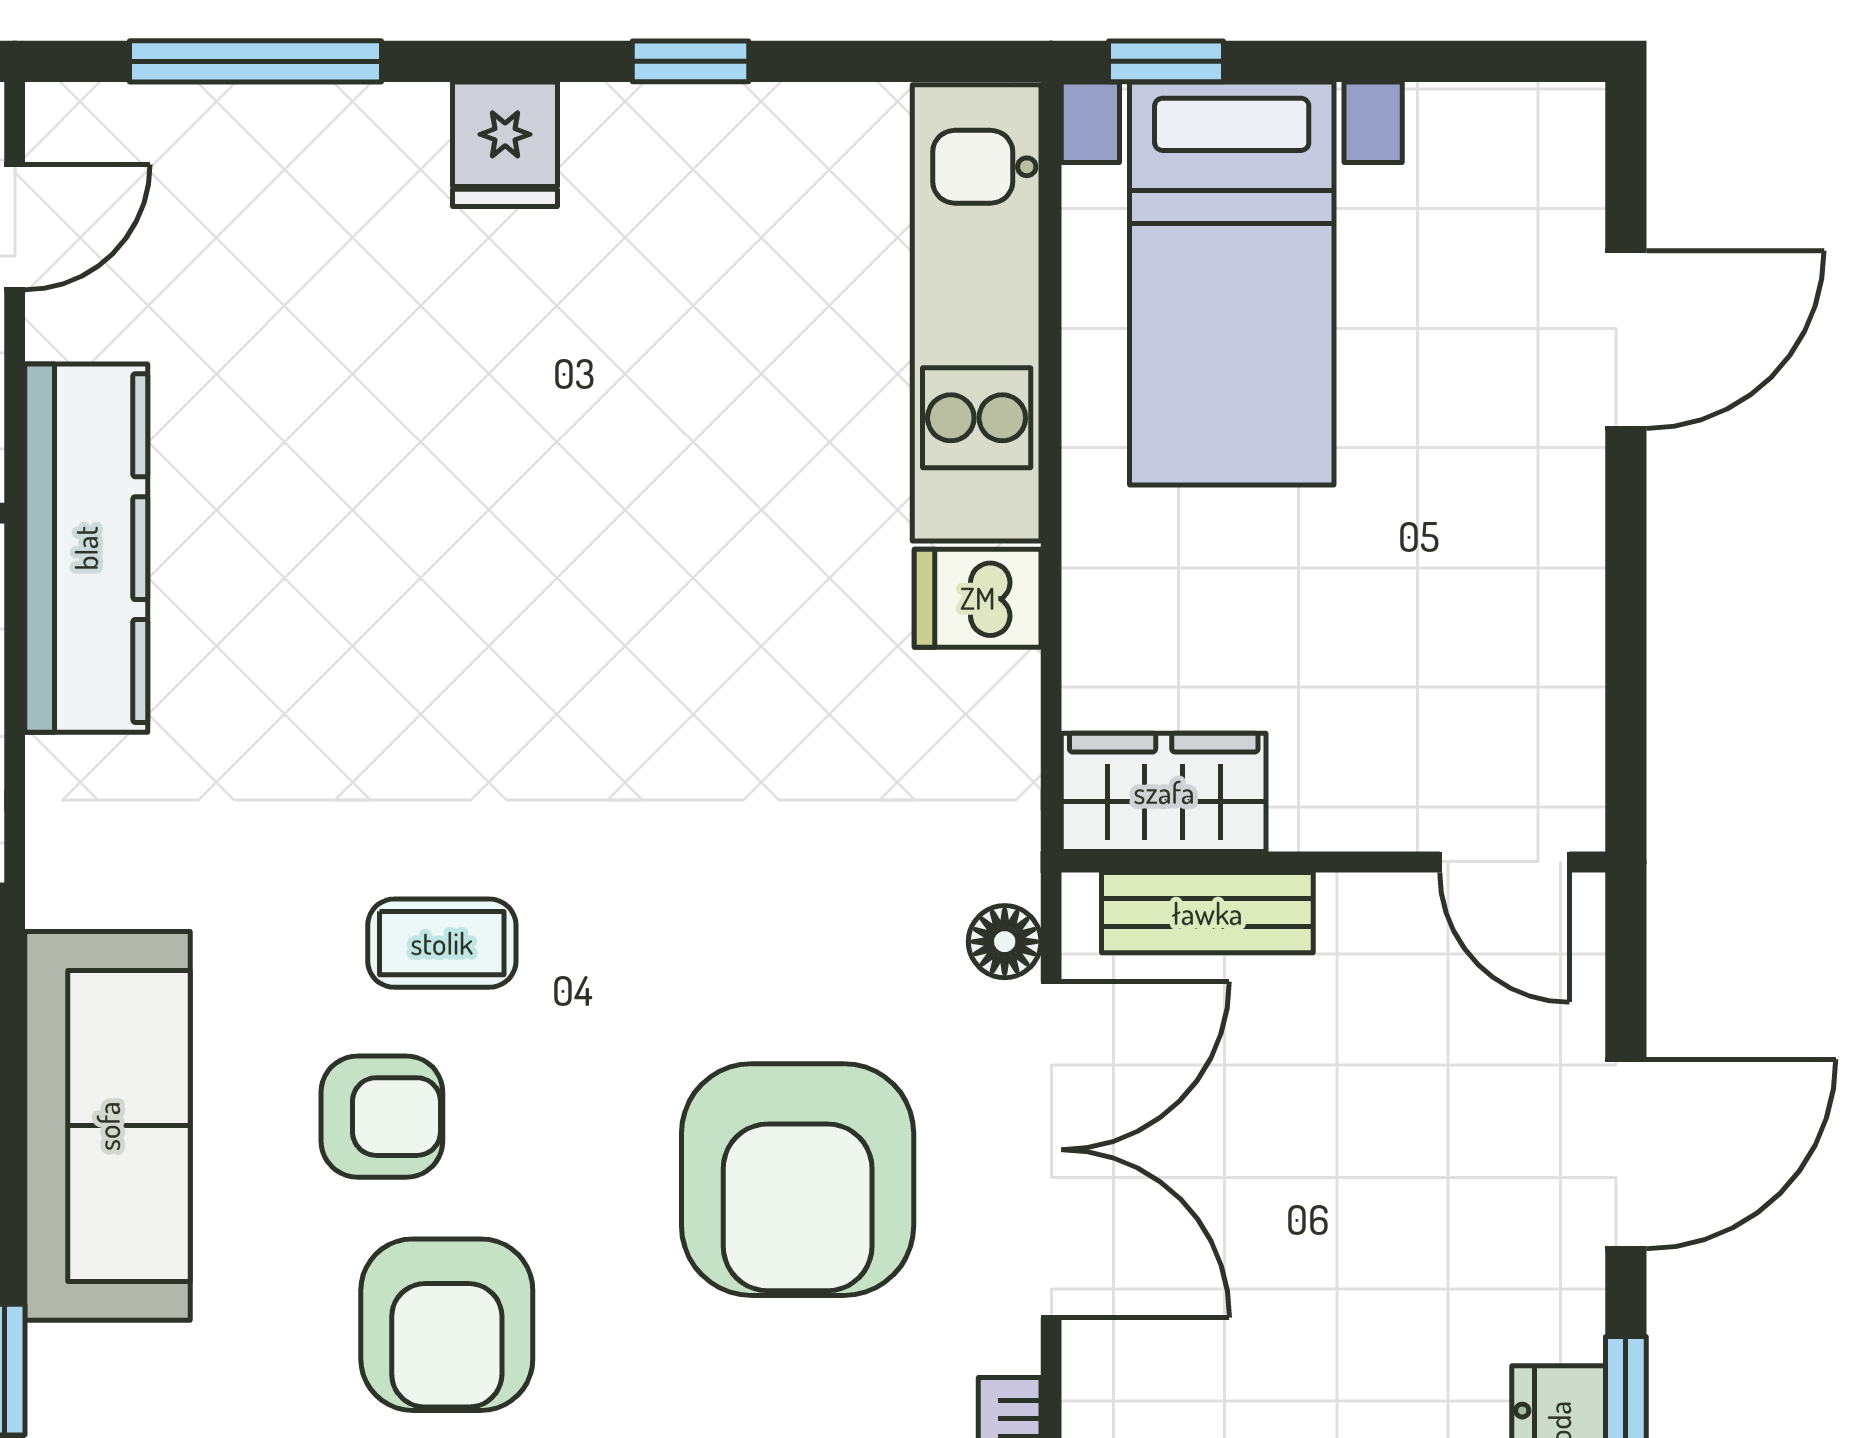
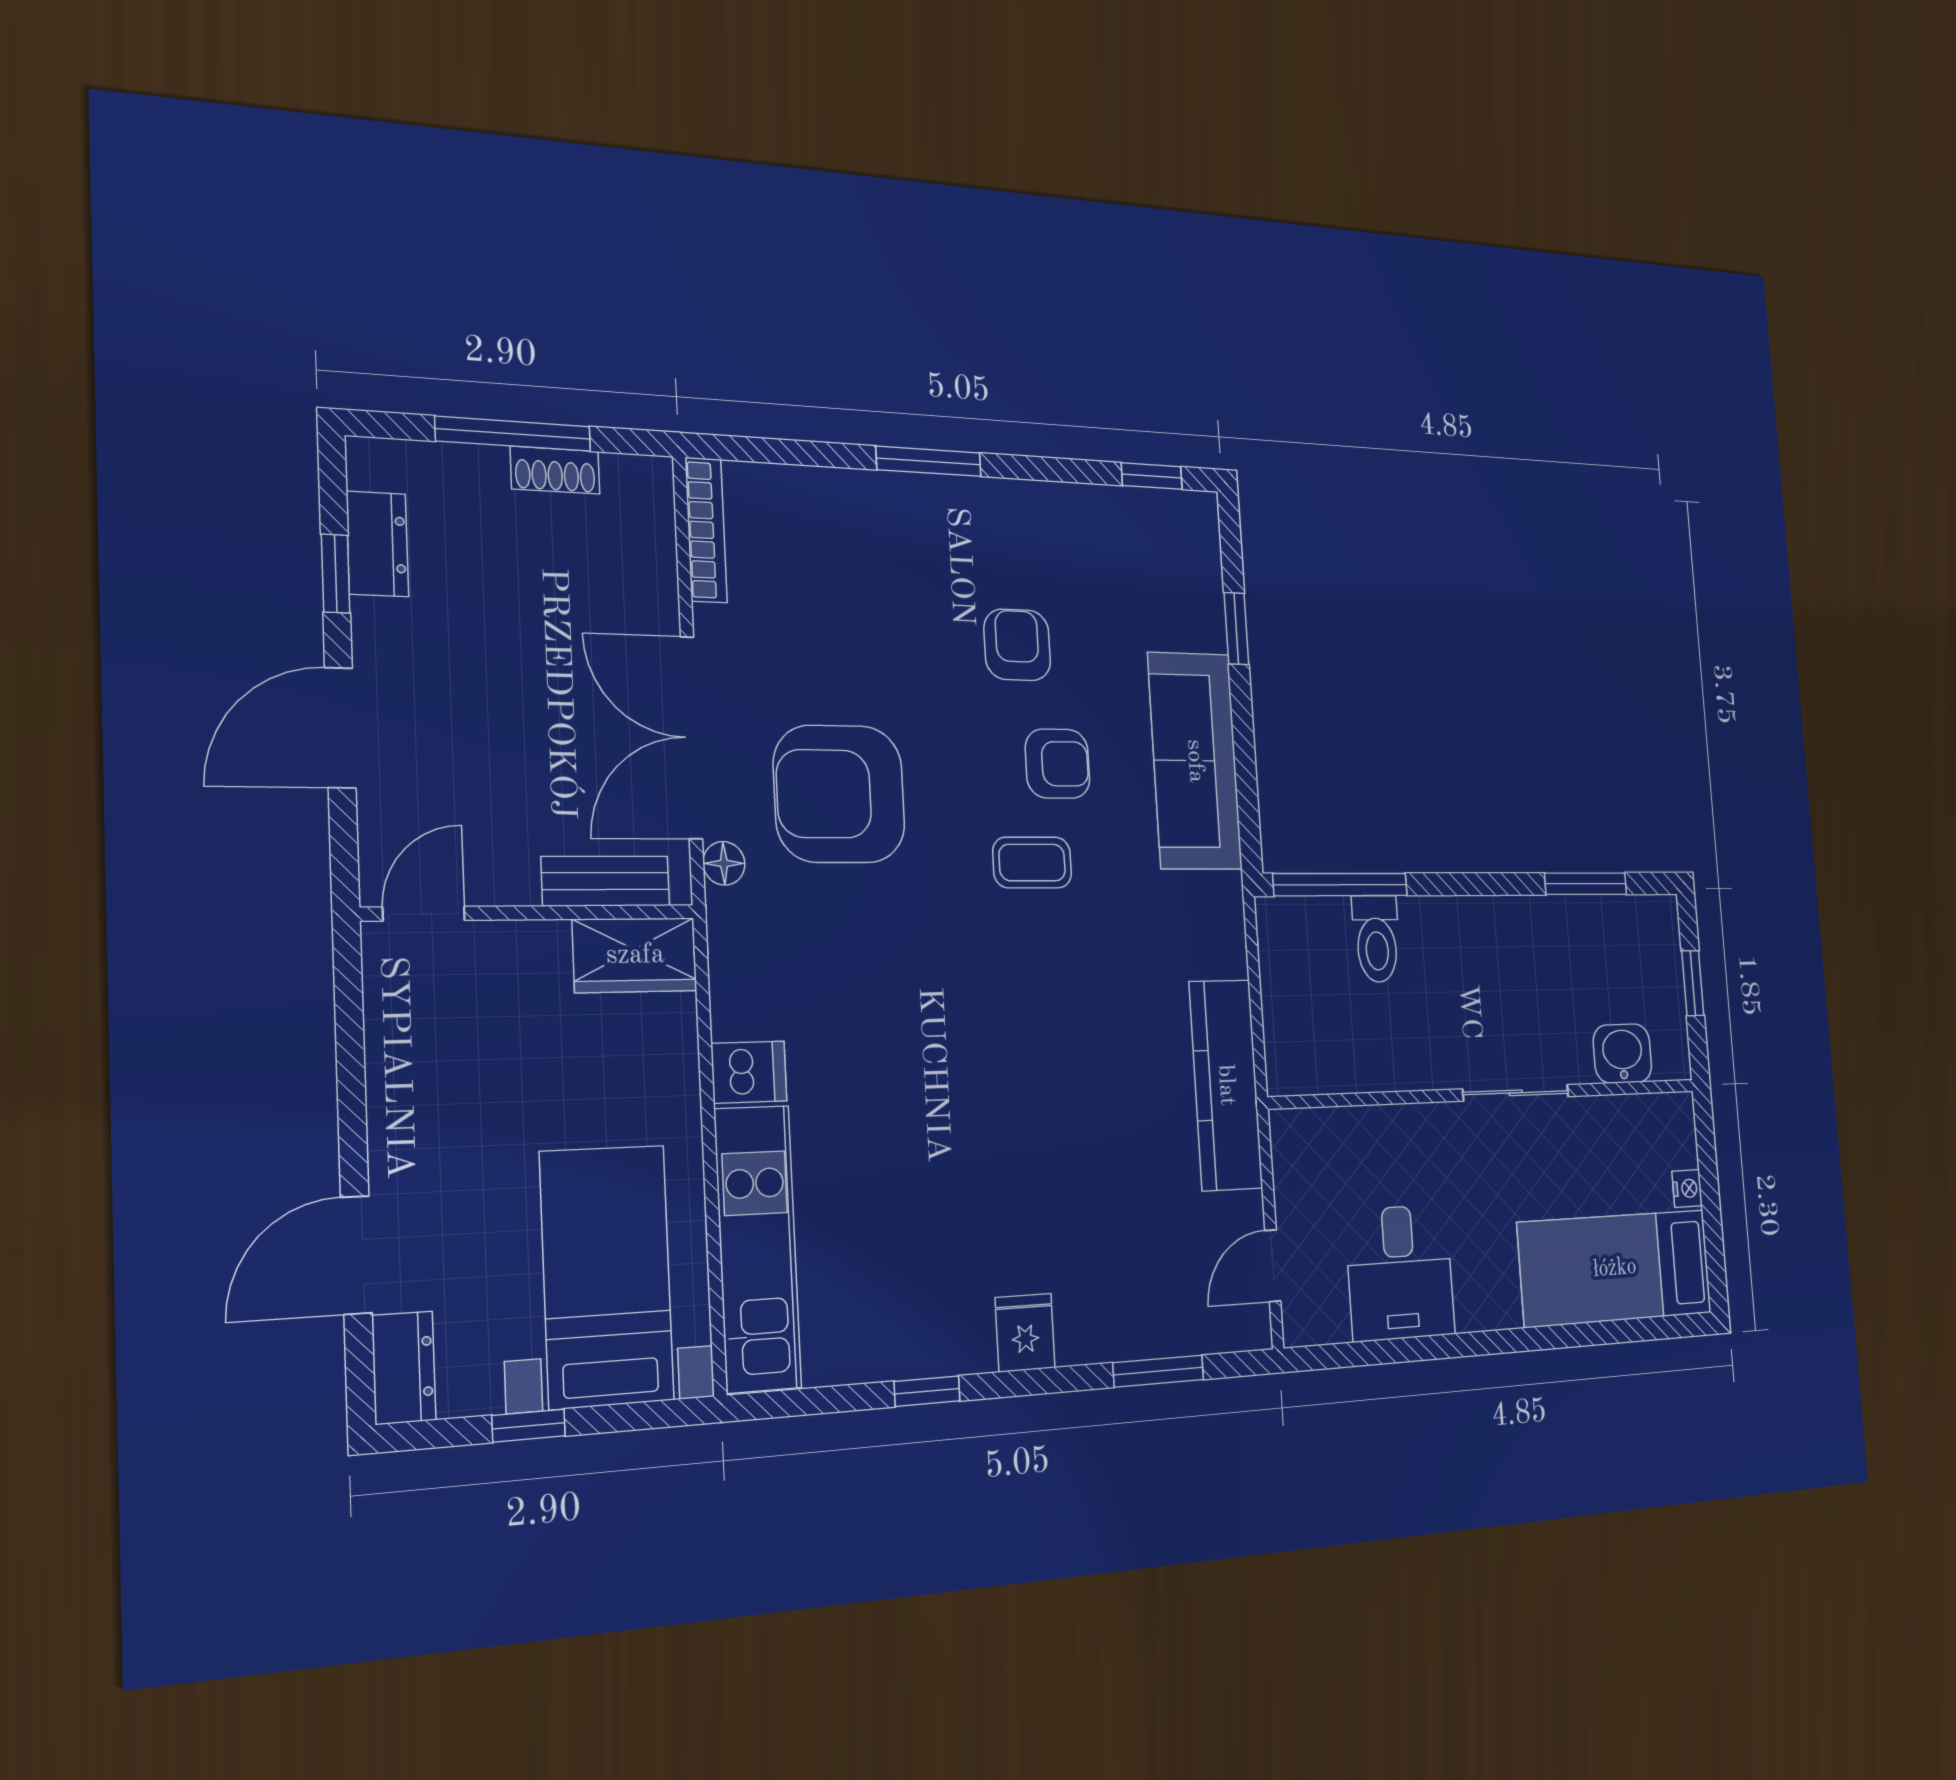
window: (255, 61) -> (1158, 1371), width x0.69
window: (1166, 61) -> (529, 1426), moved
dresser: (1559, 165) -> (404, 1368), added
door: (1505, 862) -> (424, 914), hinge flipped
armchair: (382, 1117) -> (1057, 764), turned 180
armchair: (798, 1180) -> (839, 794), moved, turned -90
armchair: (447, 1325) -> (1017, 645), width x0.72, depth x0.72

